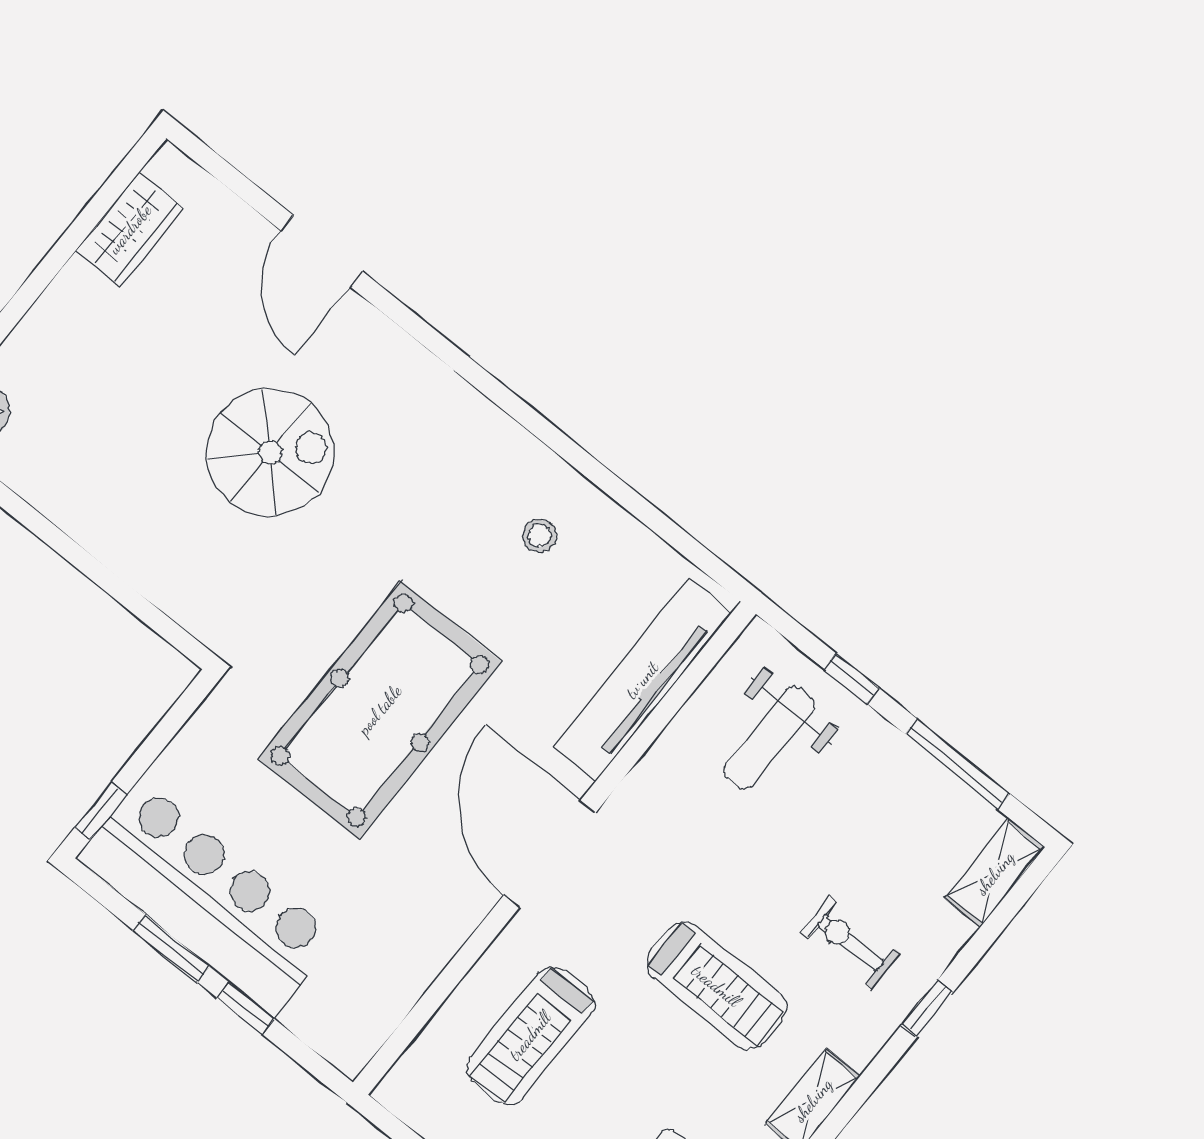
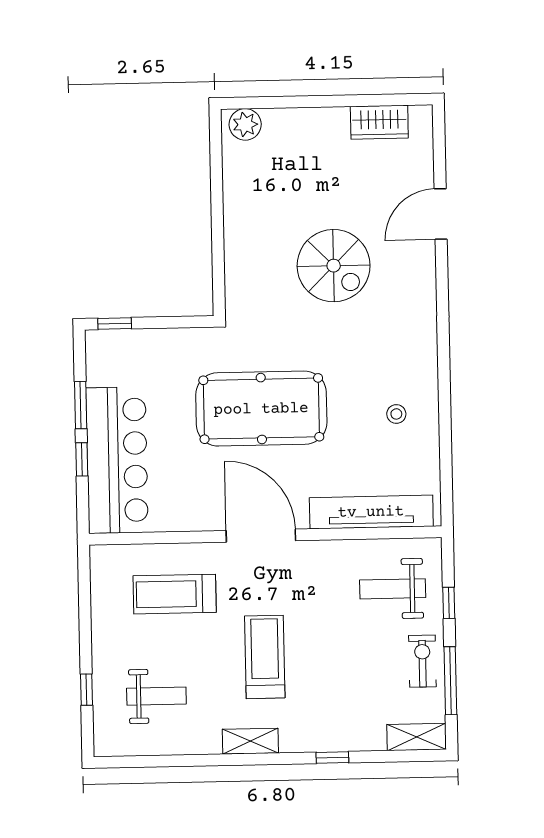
door: (550, 854) -> (261, 536), hinge flipped
bar counter: (207, 898) -> (117, 460), moved
exercise bike: (851, 943) -> (422, 661), moved
treadmill: (716, 986) -> (265, 657), turned 180

